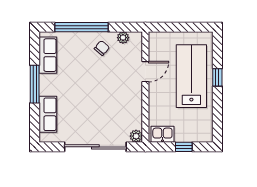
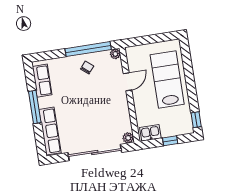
window: (81, 27) -> (88, 49), moved
plant: (123, 38) -> (115, 54), moved
window: (217, 77) -> (196, 120), moved
row of seats: (48, 114) -> (50, 131), width x1.48

